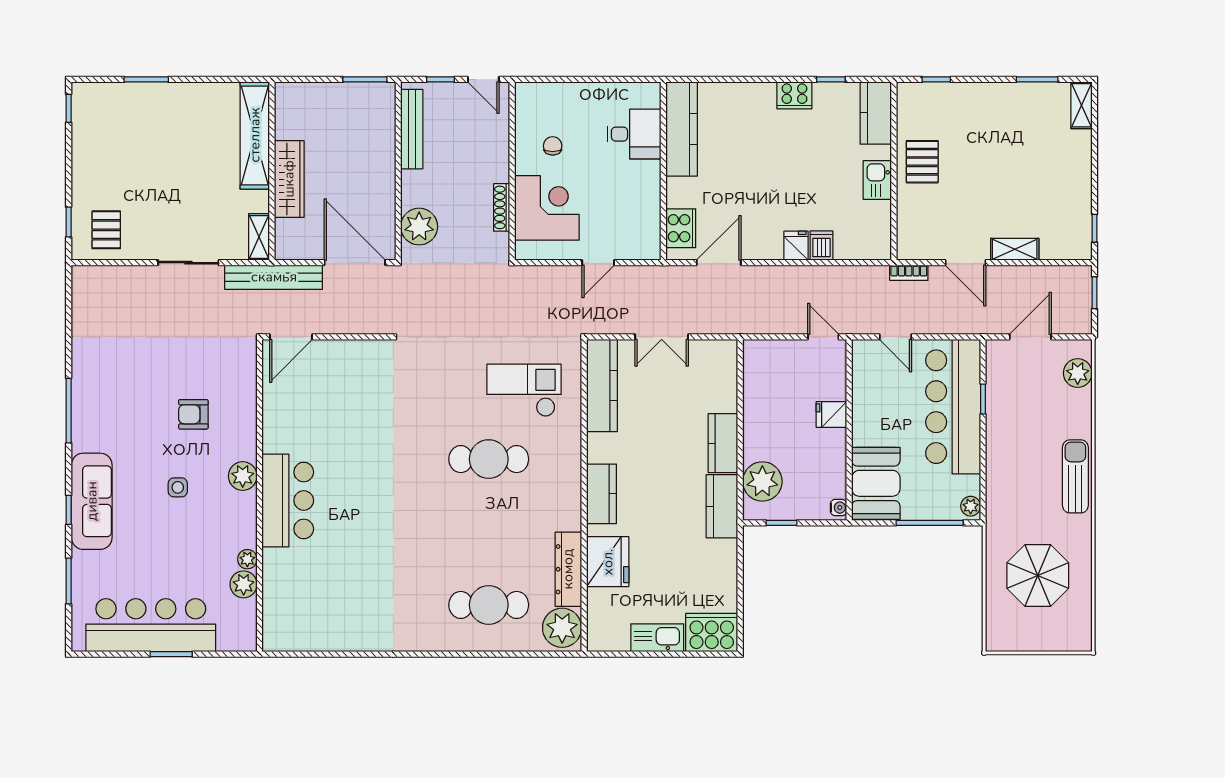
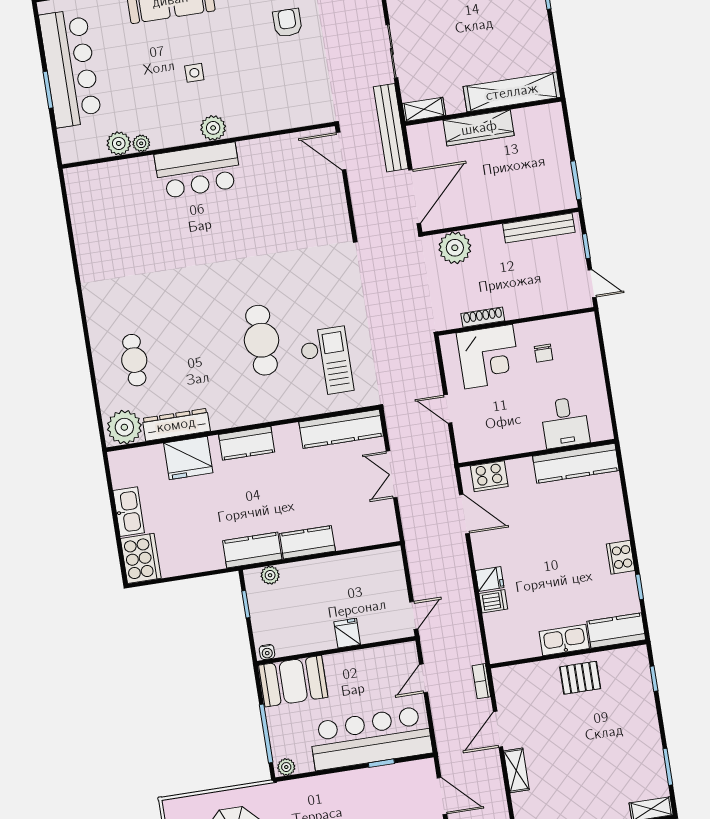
door: (483, 79) -> (592, 284), swing flipped
chair: (553, 146) -> (543, 353), turned 90
kitchen sink: (877, 180) -> (564, 640), width x1.38
armchair: (193, 414) -> (287, 23), moved
plant: (762, 481) -> (270, 575), width x0.53, depth x0.53
cafe table: (489, 605) -> (134, 360), width x0.73, depth x0.74

